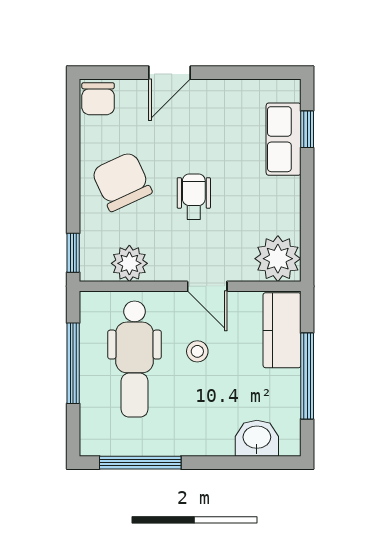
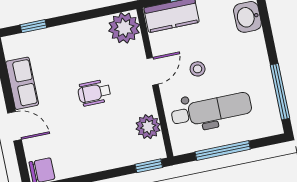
row of seats: (284, 139) -> (22, 83), moved, turned -90
chair: (122, 181) -> (94, 143), removed

